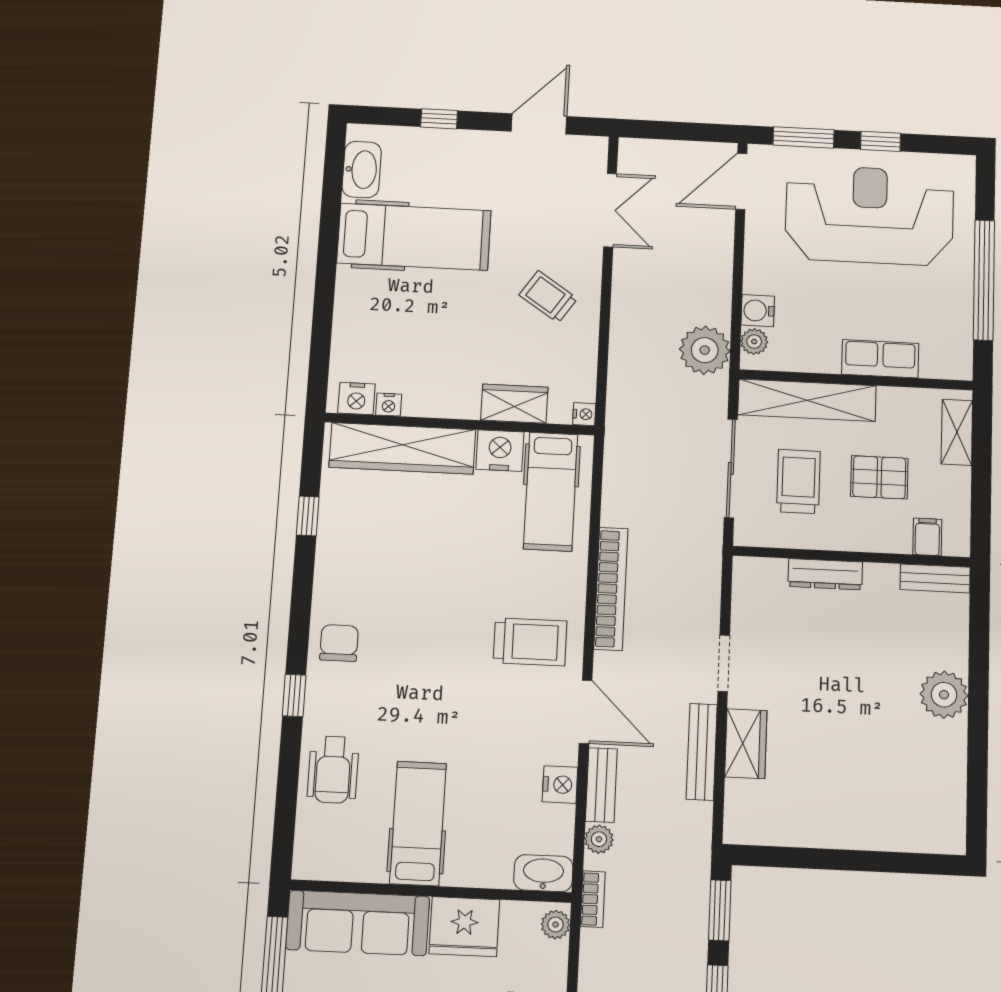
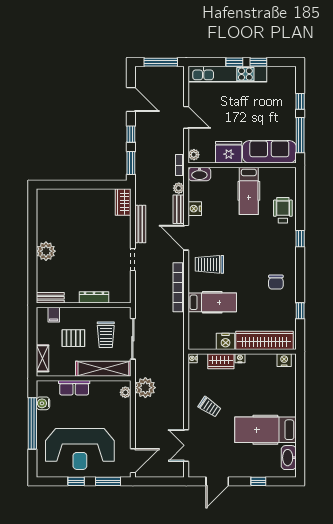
water cooler: (758, 311) -> (43, 403), moved, turned 180
nightstand: (389, 405) -> (240, 358), moved
hospital bed: (551, 492) -> (212, 302), moved, turned 90
chair: (339, 643) -> (276, 282), moved
wardrobe: (746, 744) -> (123, 202), moved

